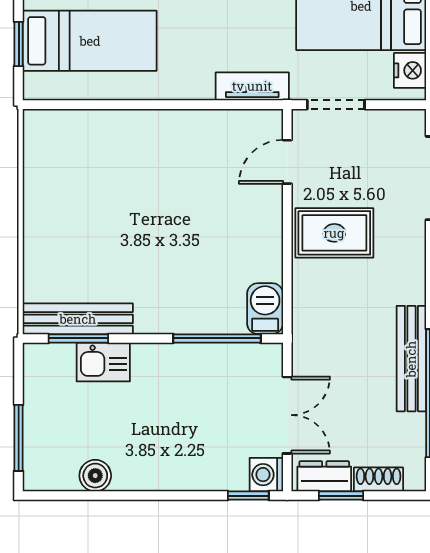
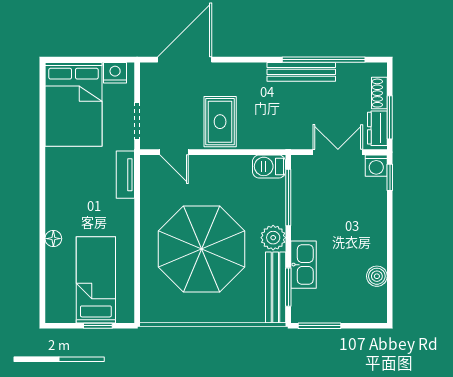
parasol: (137, 204) -> (201, 249), added
plant: (155, 315) -> (273, 238), added
kitchen sink: (103, 362) -> (303, 265), width x1.38
window: (19, 438) -> (319, 326), moved
window: (341, 496) -> (390, 117), width x1.50

